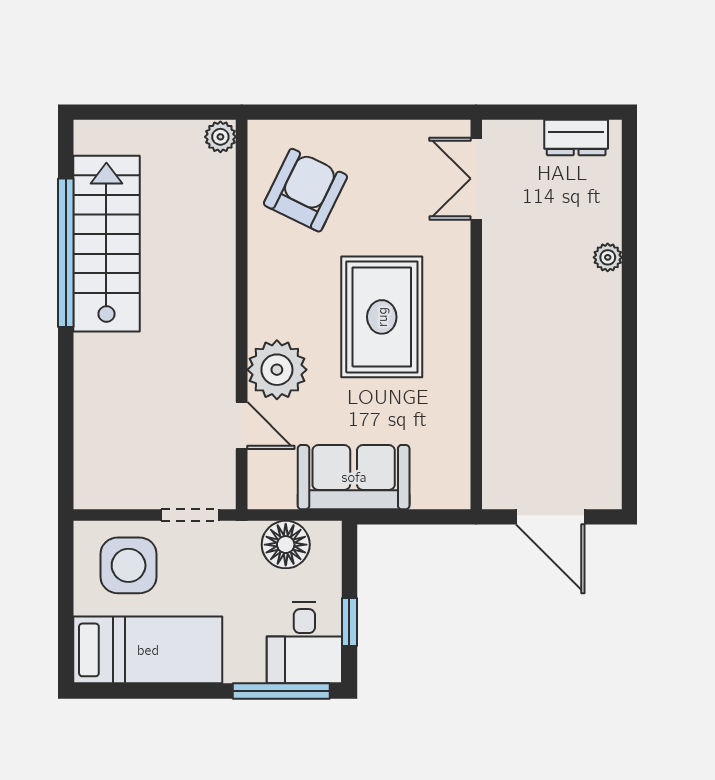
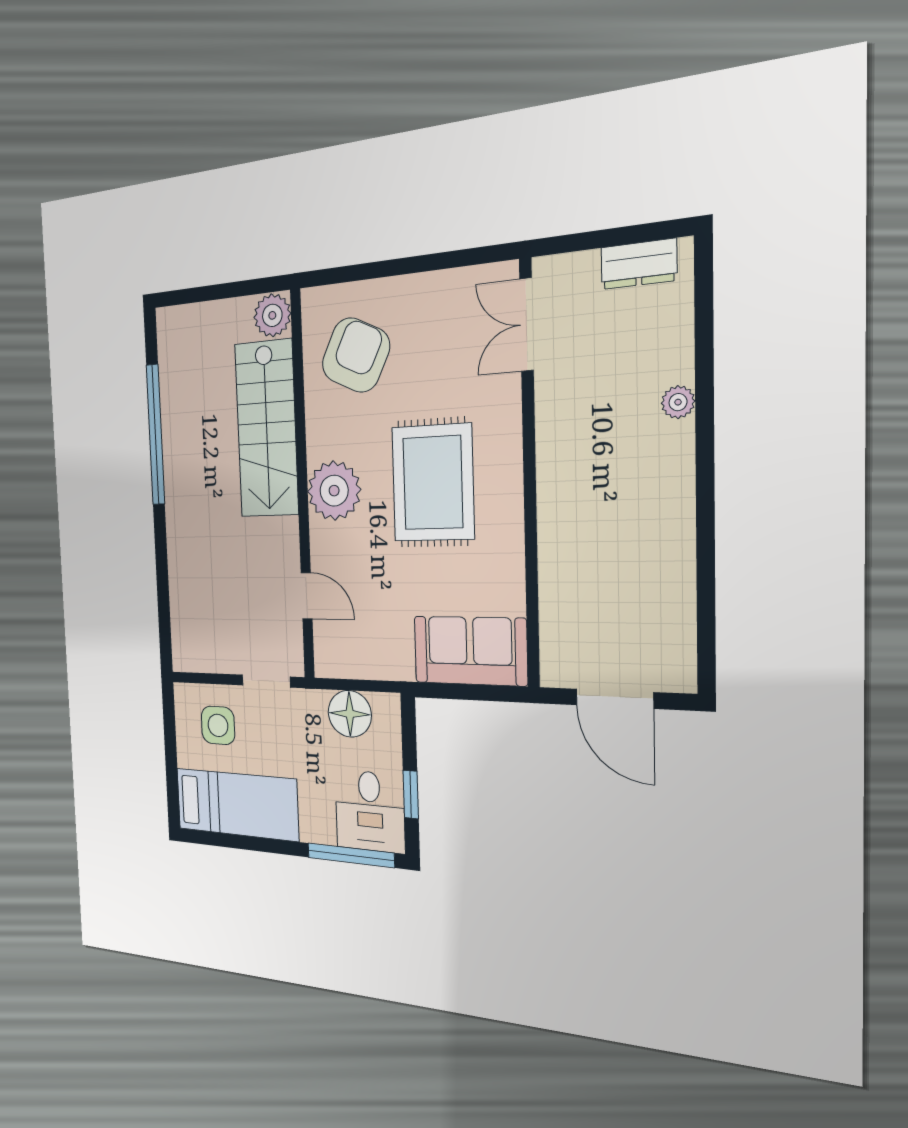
plant: (220, 137) -> (272, 315), width x1.38, depth x1.38
stairs: (106, 244) -> (267, 429), moved, turned 180
plant: (277, 370) -> (334, 491), moved
sofa: (354, 477) -> (470, 651), moved
side table: (129, 565) -> (218, 725), width x0.73, depth x0.73

